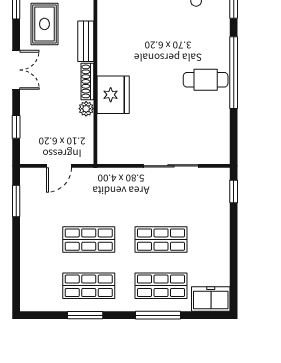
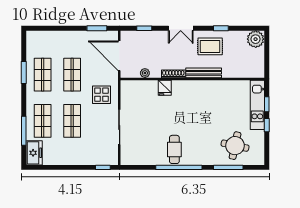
bench: (86, 41) -> (204, 73), width x1.36
fridge: (113, 95) -> (165, 88), width x0.53, depth x0.75
plant: (86, 109) -> (145, 73), moved
door: (59, 166) -> (119, 56), width x1.87
display table: (120, 194) -> (101, 95), added
window: (158, 315) -> (24, 131), moved

